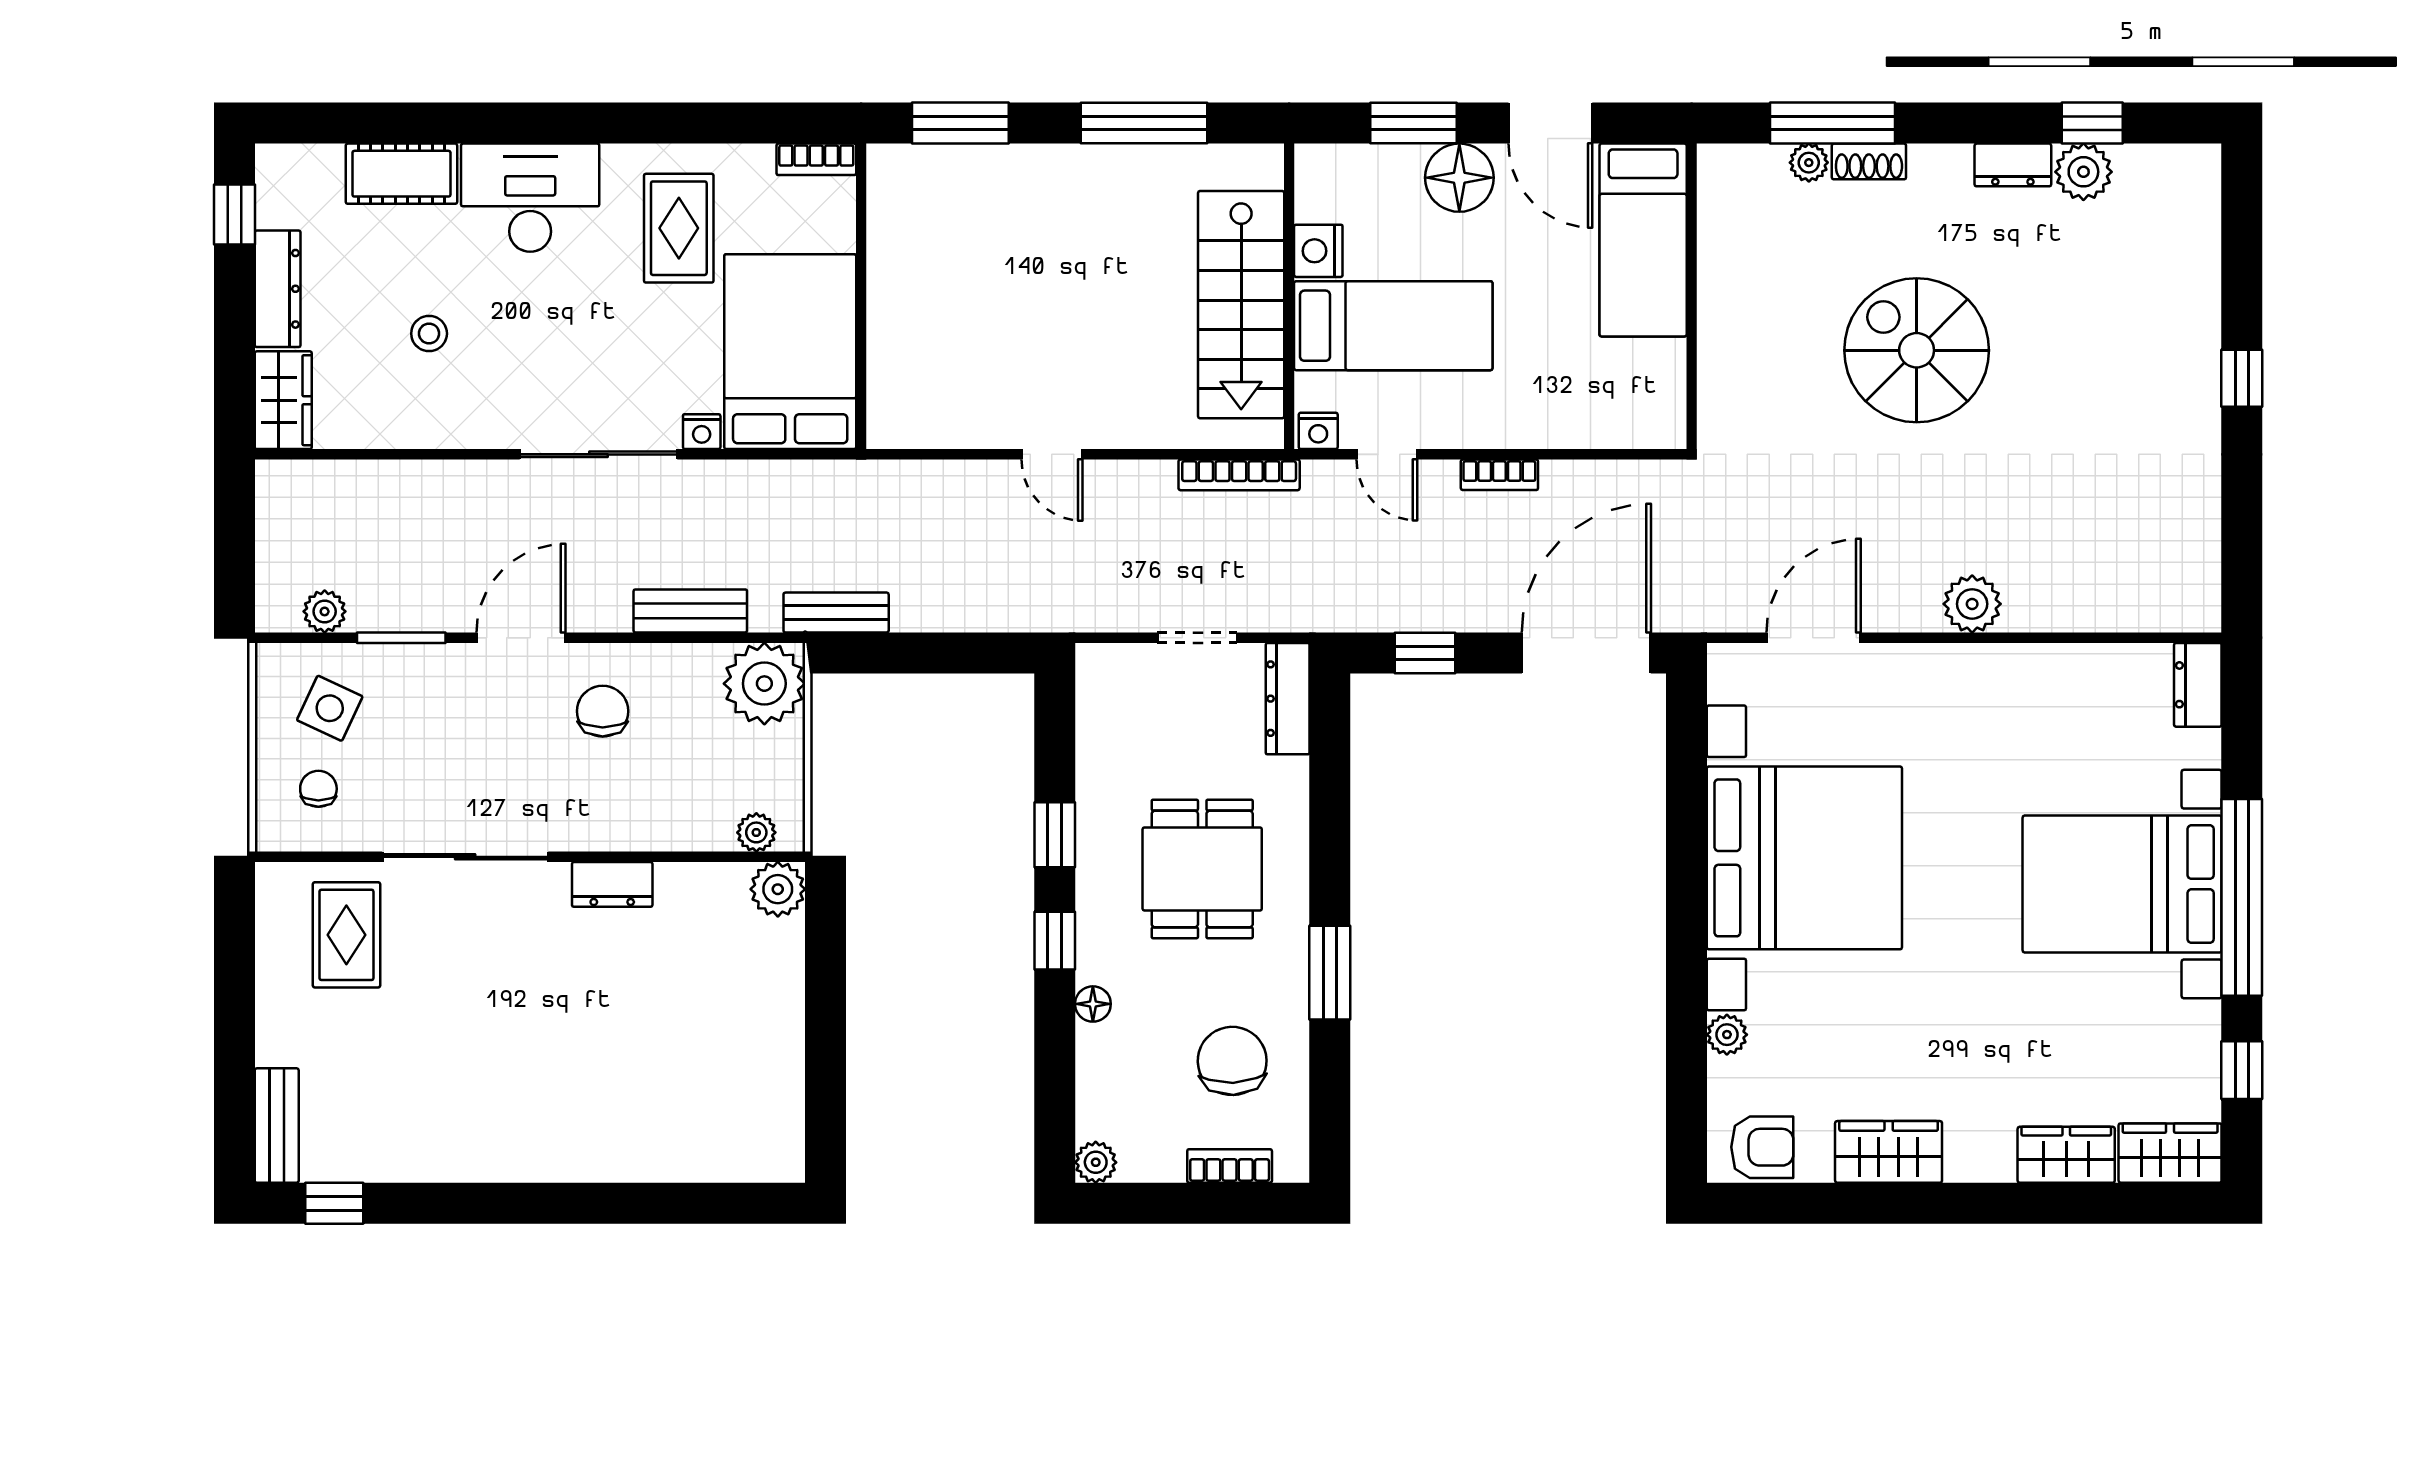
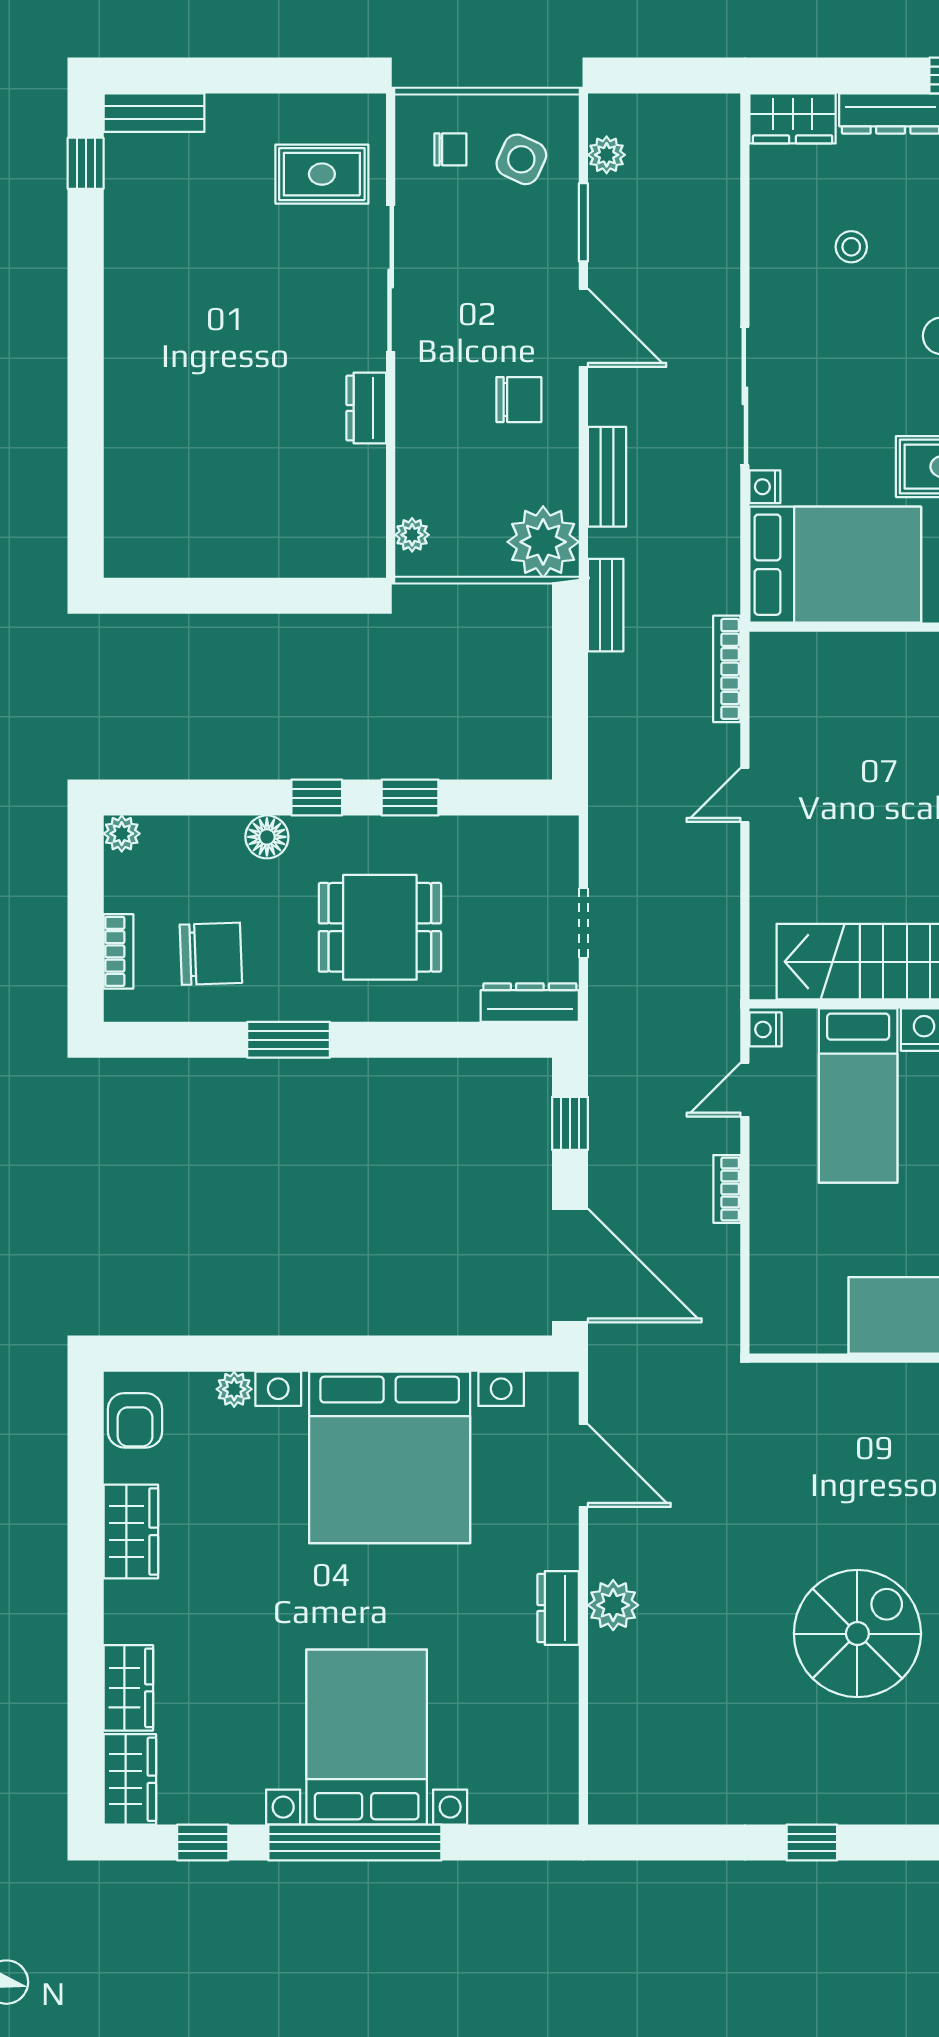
spiral stairs: (1917, 350) -> (857, 1634), moved
bookcase: (1239, 475) -> (727, 669), moved
dresser: (2198, 685) -> (558, 1608), moved, turned -90
plant: (778, 889) -> (362, 554), removed
floor lamp: (1093, 1004) -> (267, 837), width x1.37, depth x1.37

